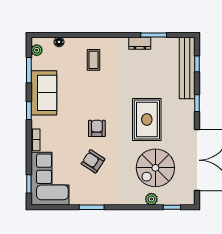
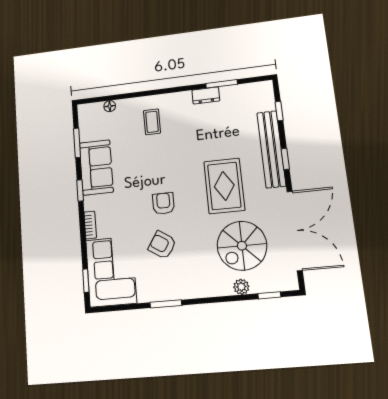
plant: (37, 50) -> (85, 119), removed
bench: (187, 68) -> (271, 149), moved

